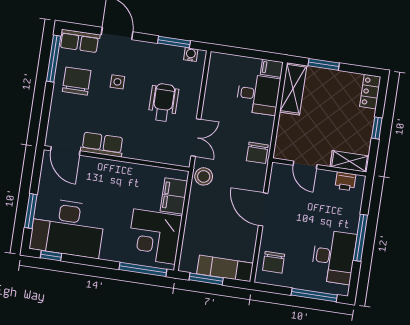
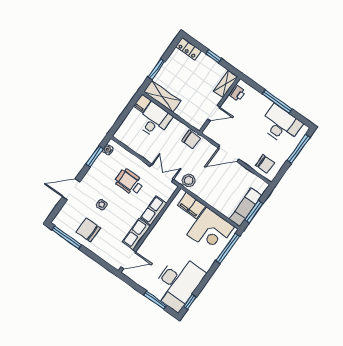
row of seats: (80, 41) -> (154, 210), moved, turned 180
exam couch: (225, 268) -> (246, 207), moved

